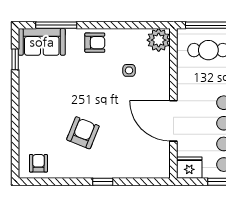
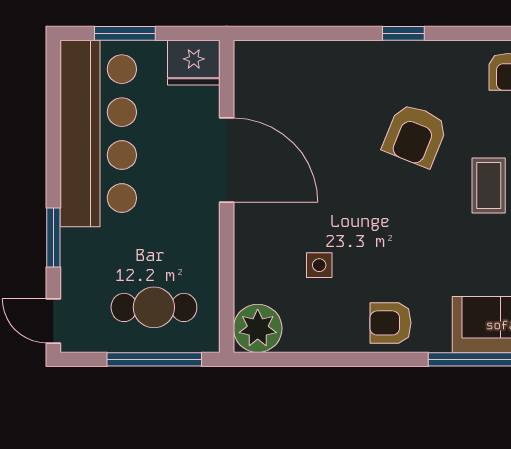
coffee table: (48, 109) -> (489, 185), added
window: (103, 182) -> (403, 33), moved

